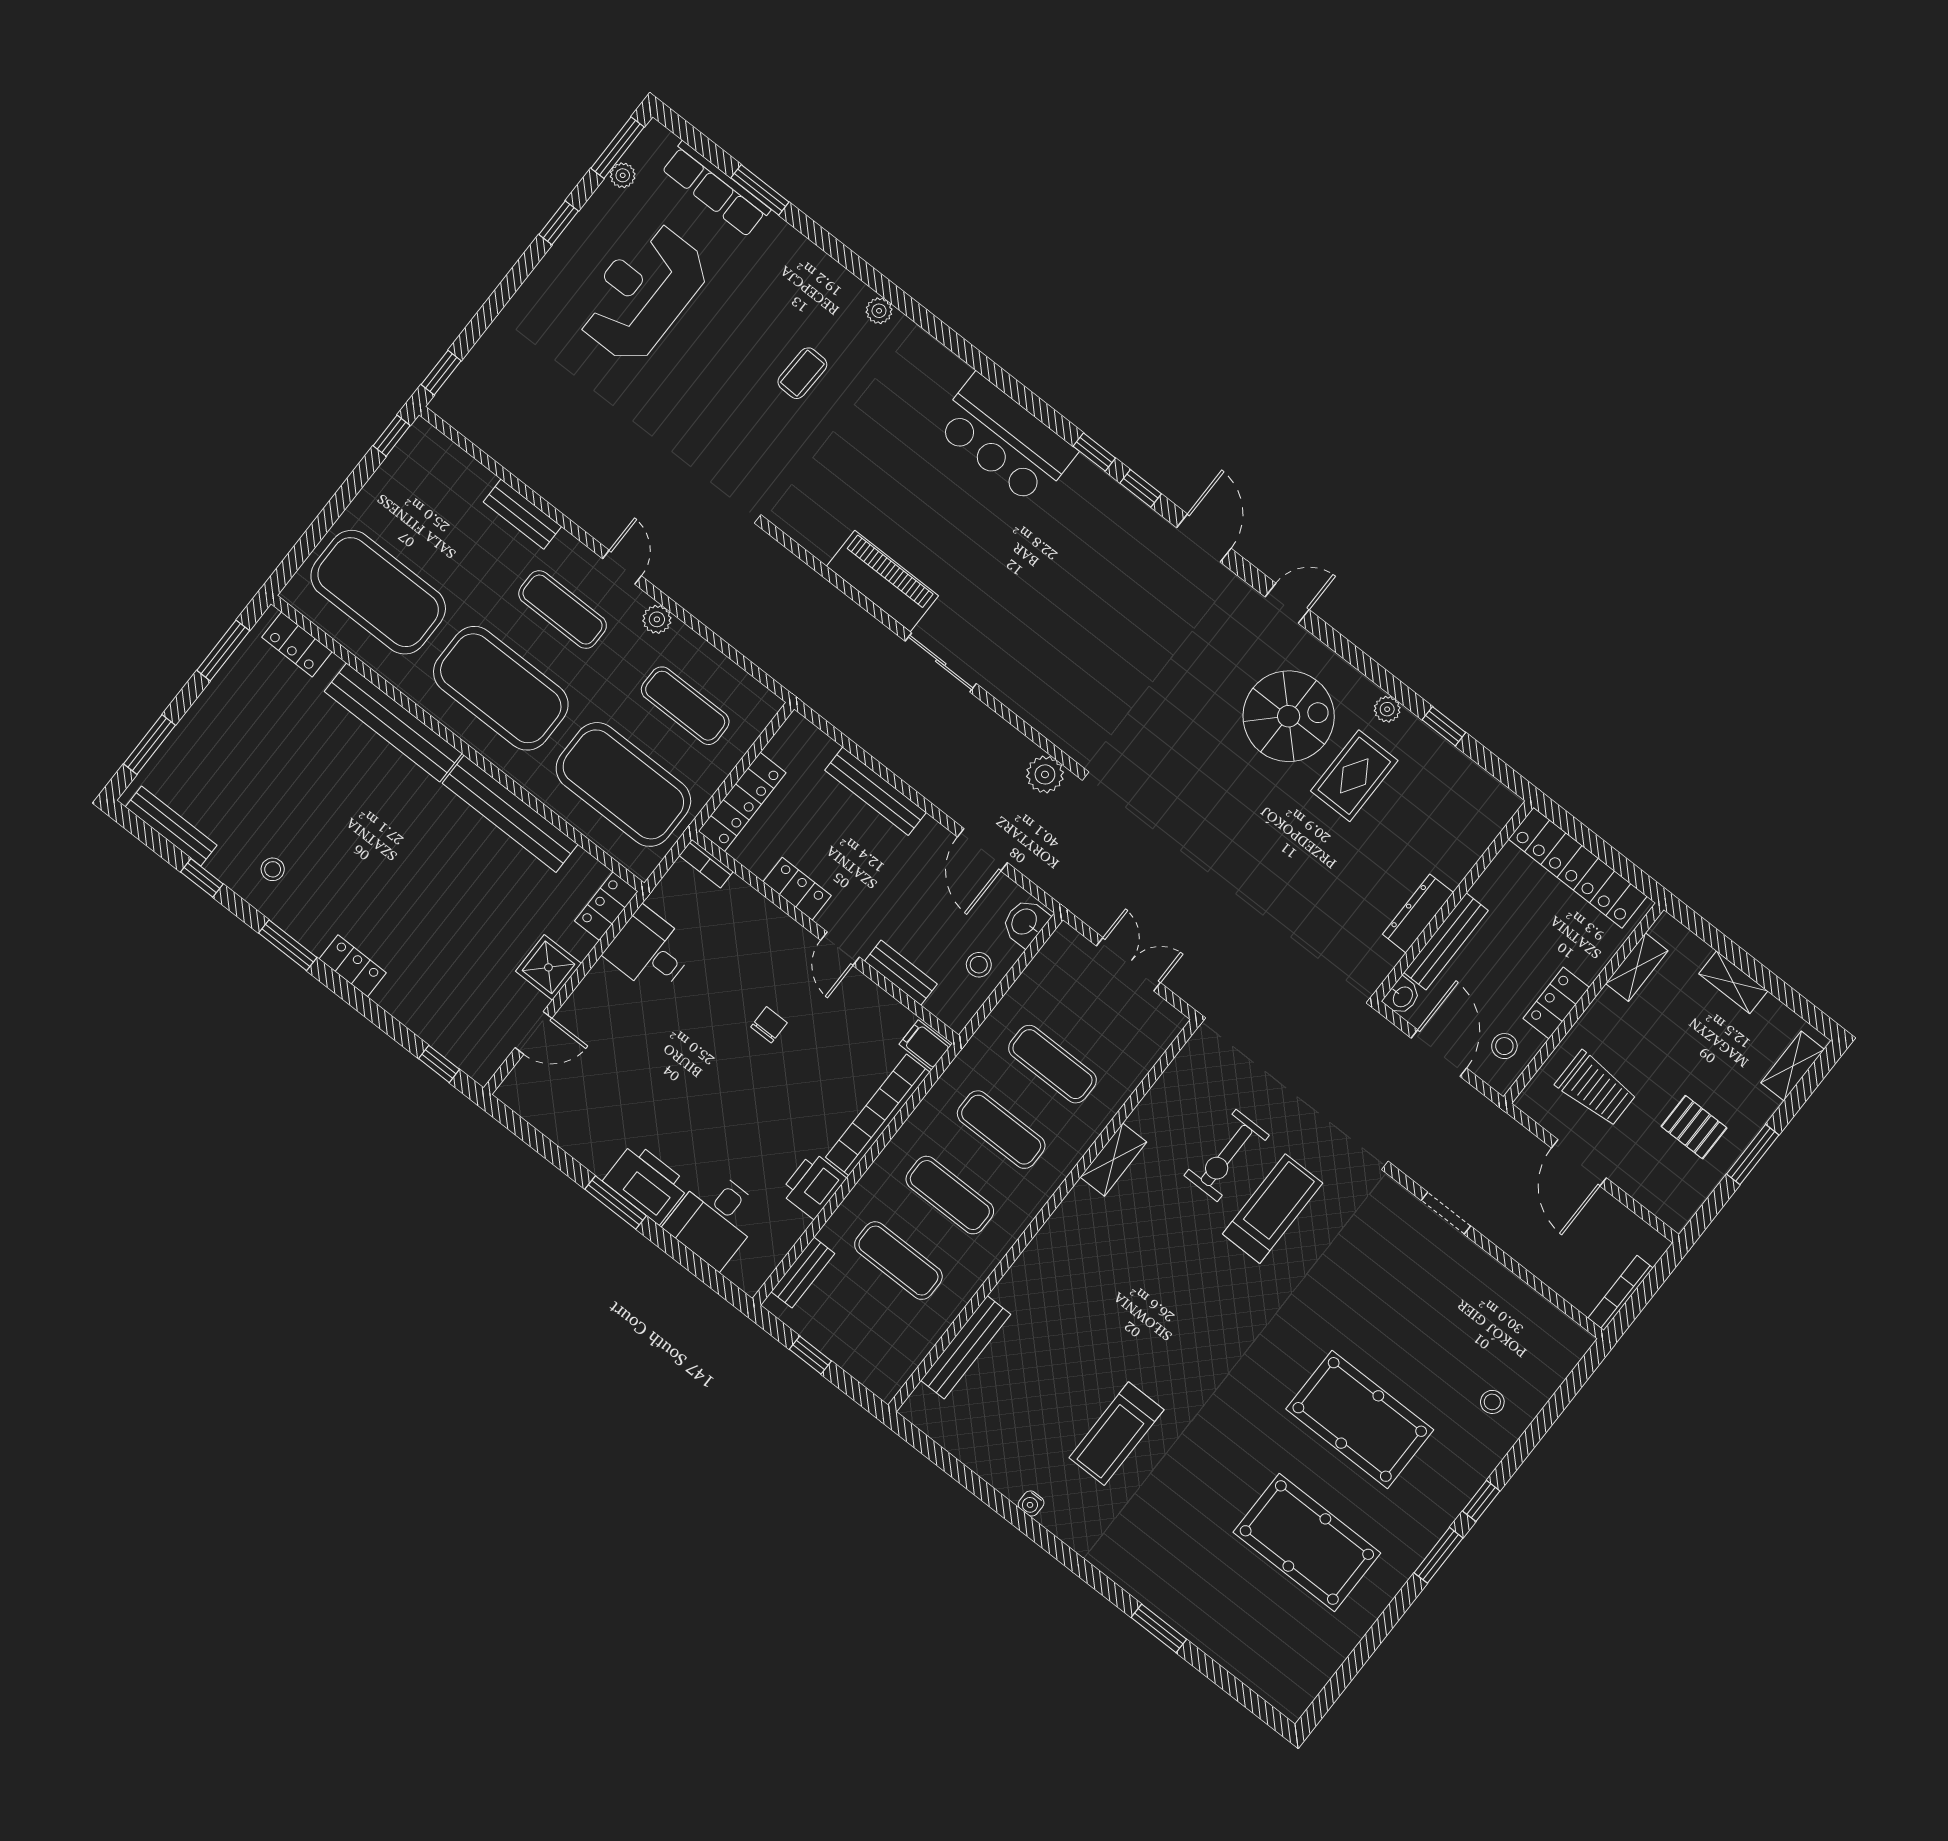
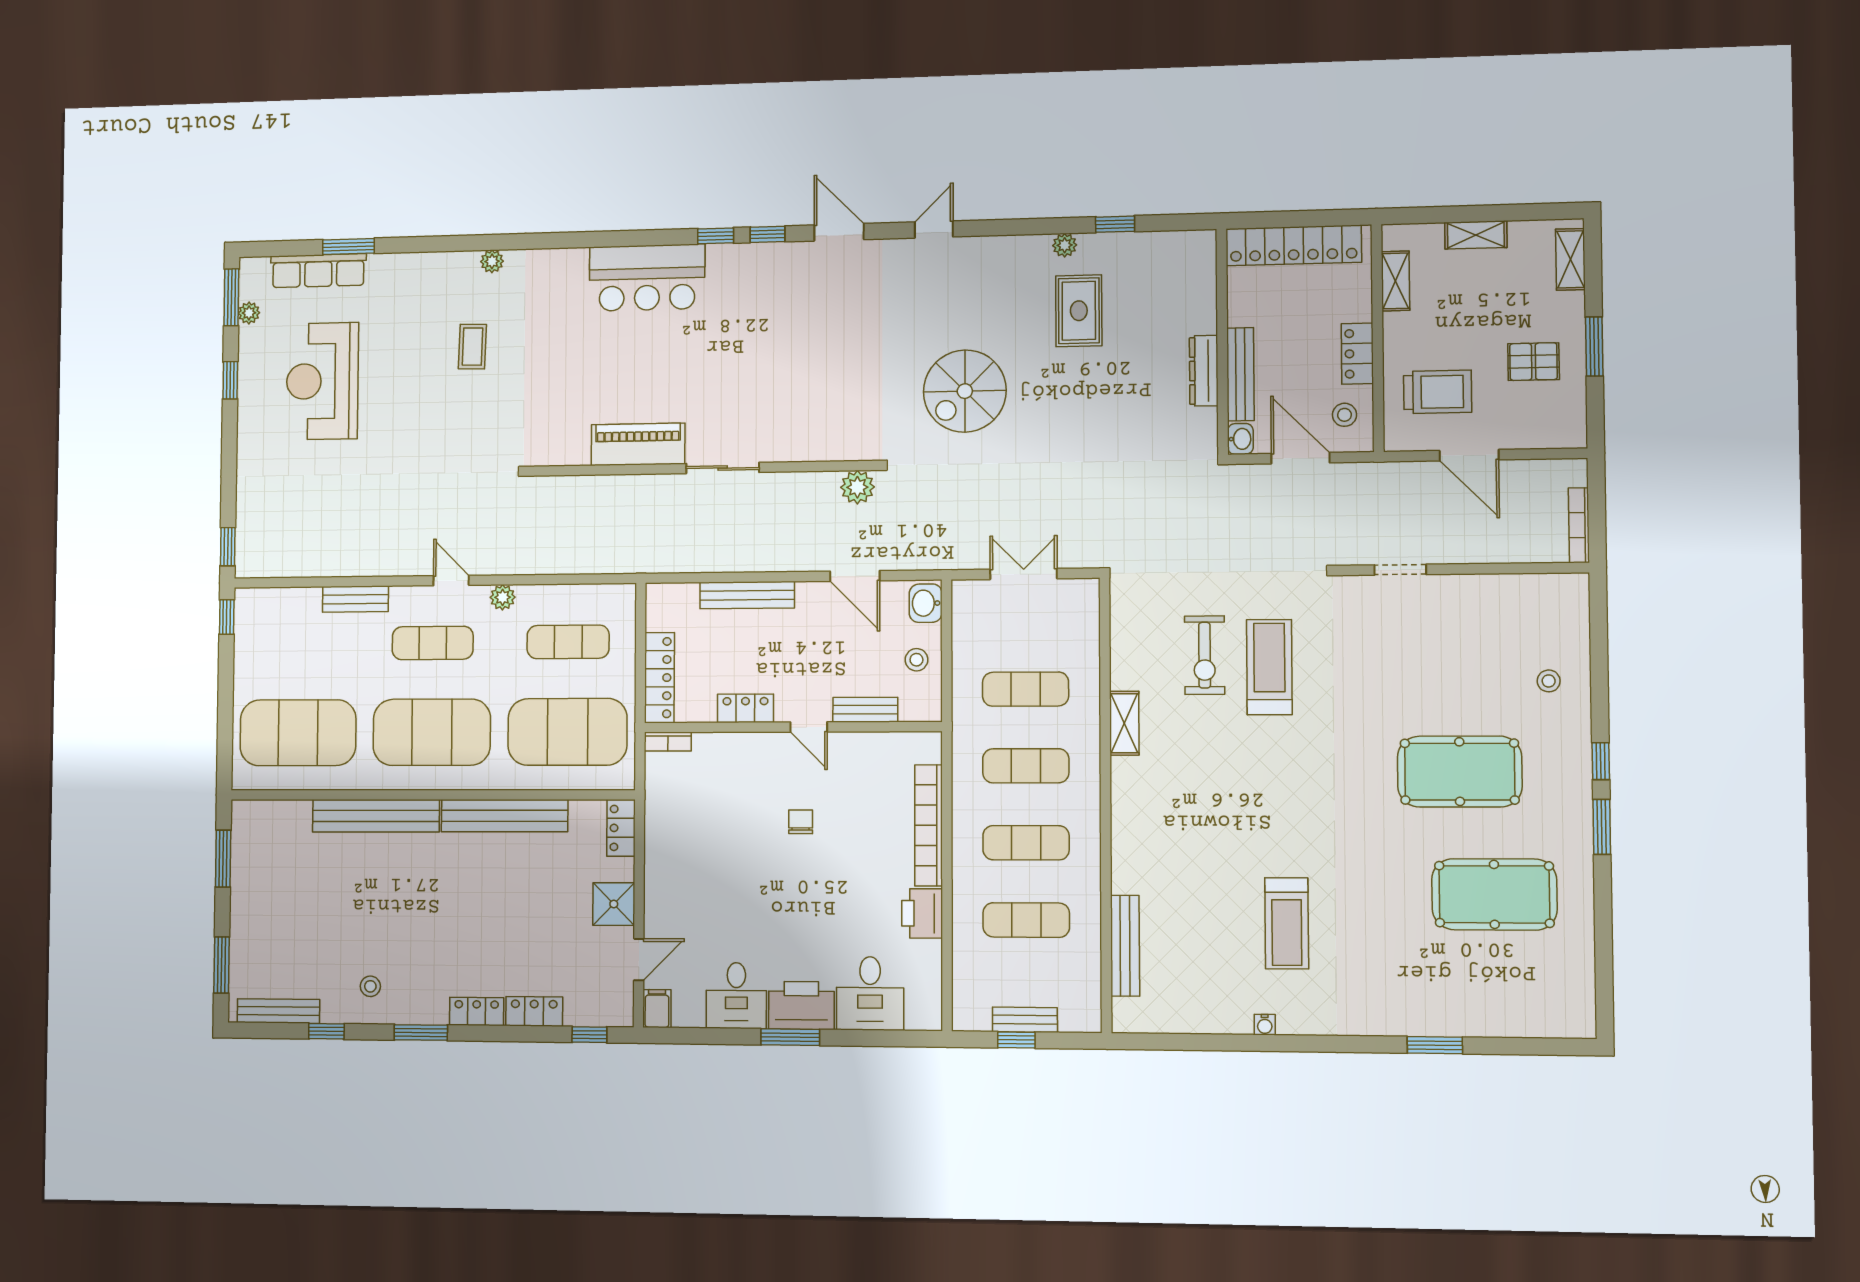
locker: (297, 644) -> (534, 1011), moved, turned 180
spiral stairs: (1289, 716) -> (965, 391), moved, turned 180
desk: (650, 951) -> (736, 996), moved, turned -90
filing cabinet: (925, 1045) -> (657, 1009), moved, turned 90
bench: (803, 1273) -> (1025, 1020), moved, turned 90

